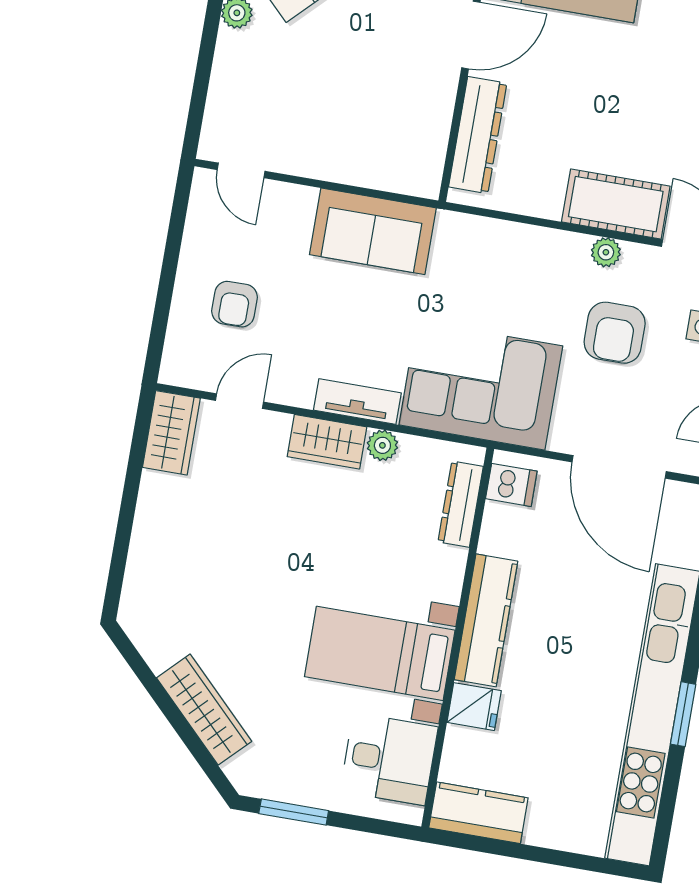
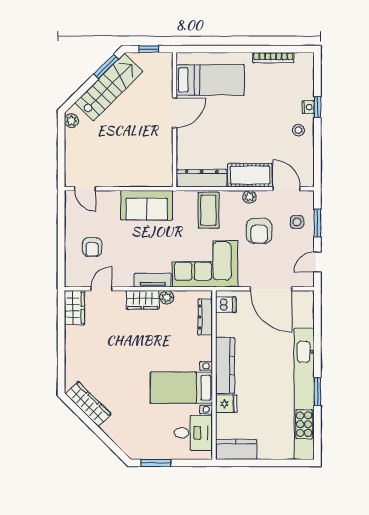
dresser: (478, 135) -> (202, 178), moved, turned -90
coffee table: (509, 266) -> (209, 210), added
wardrobe: (204, 710) -> (88, 404), moved

